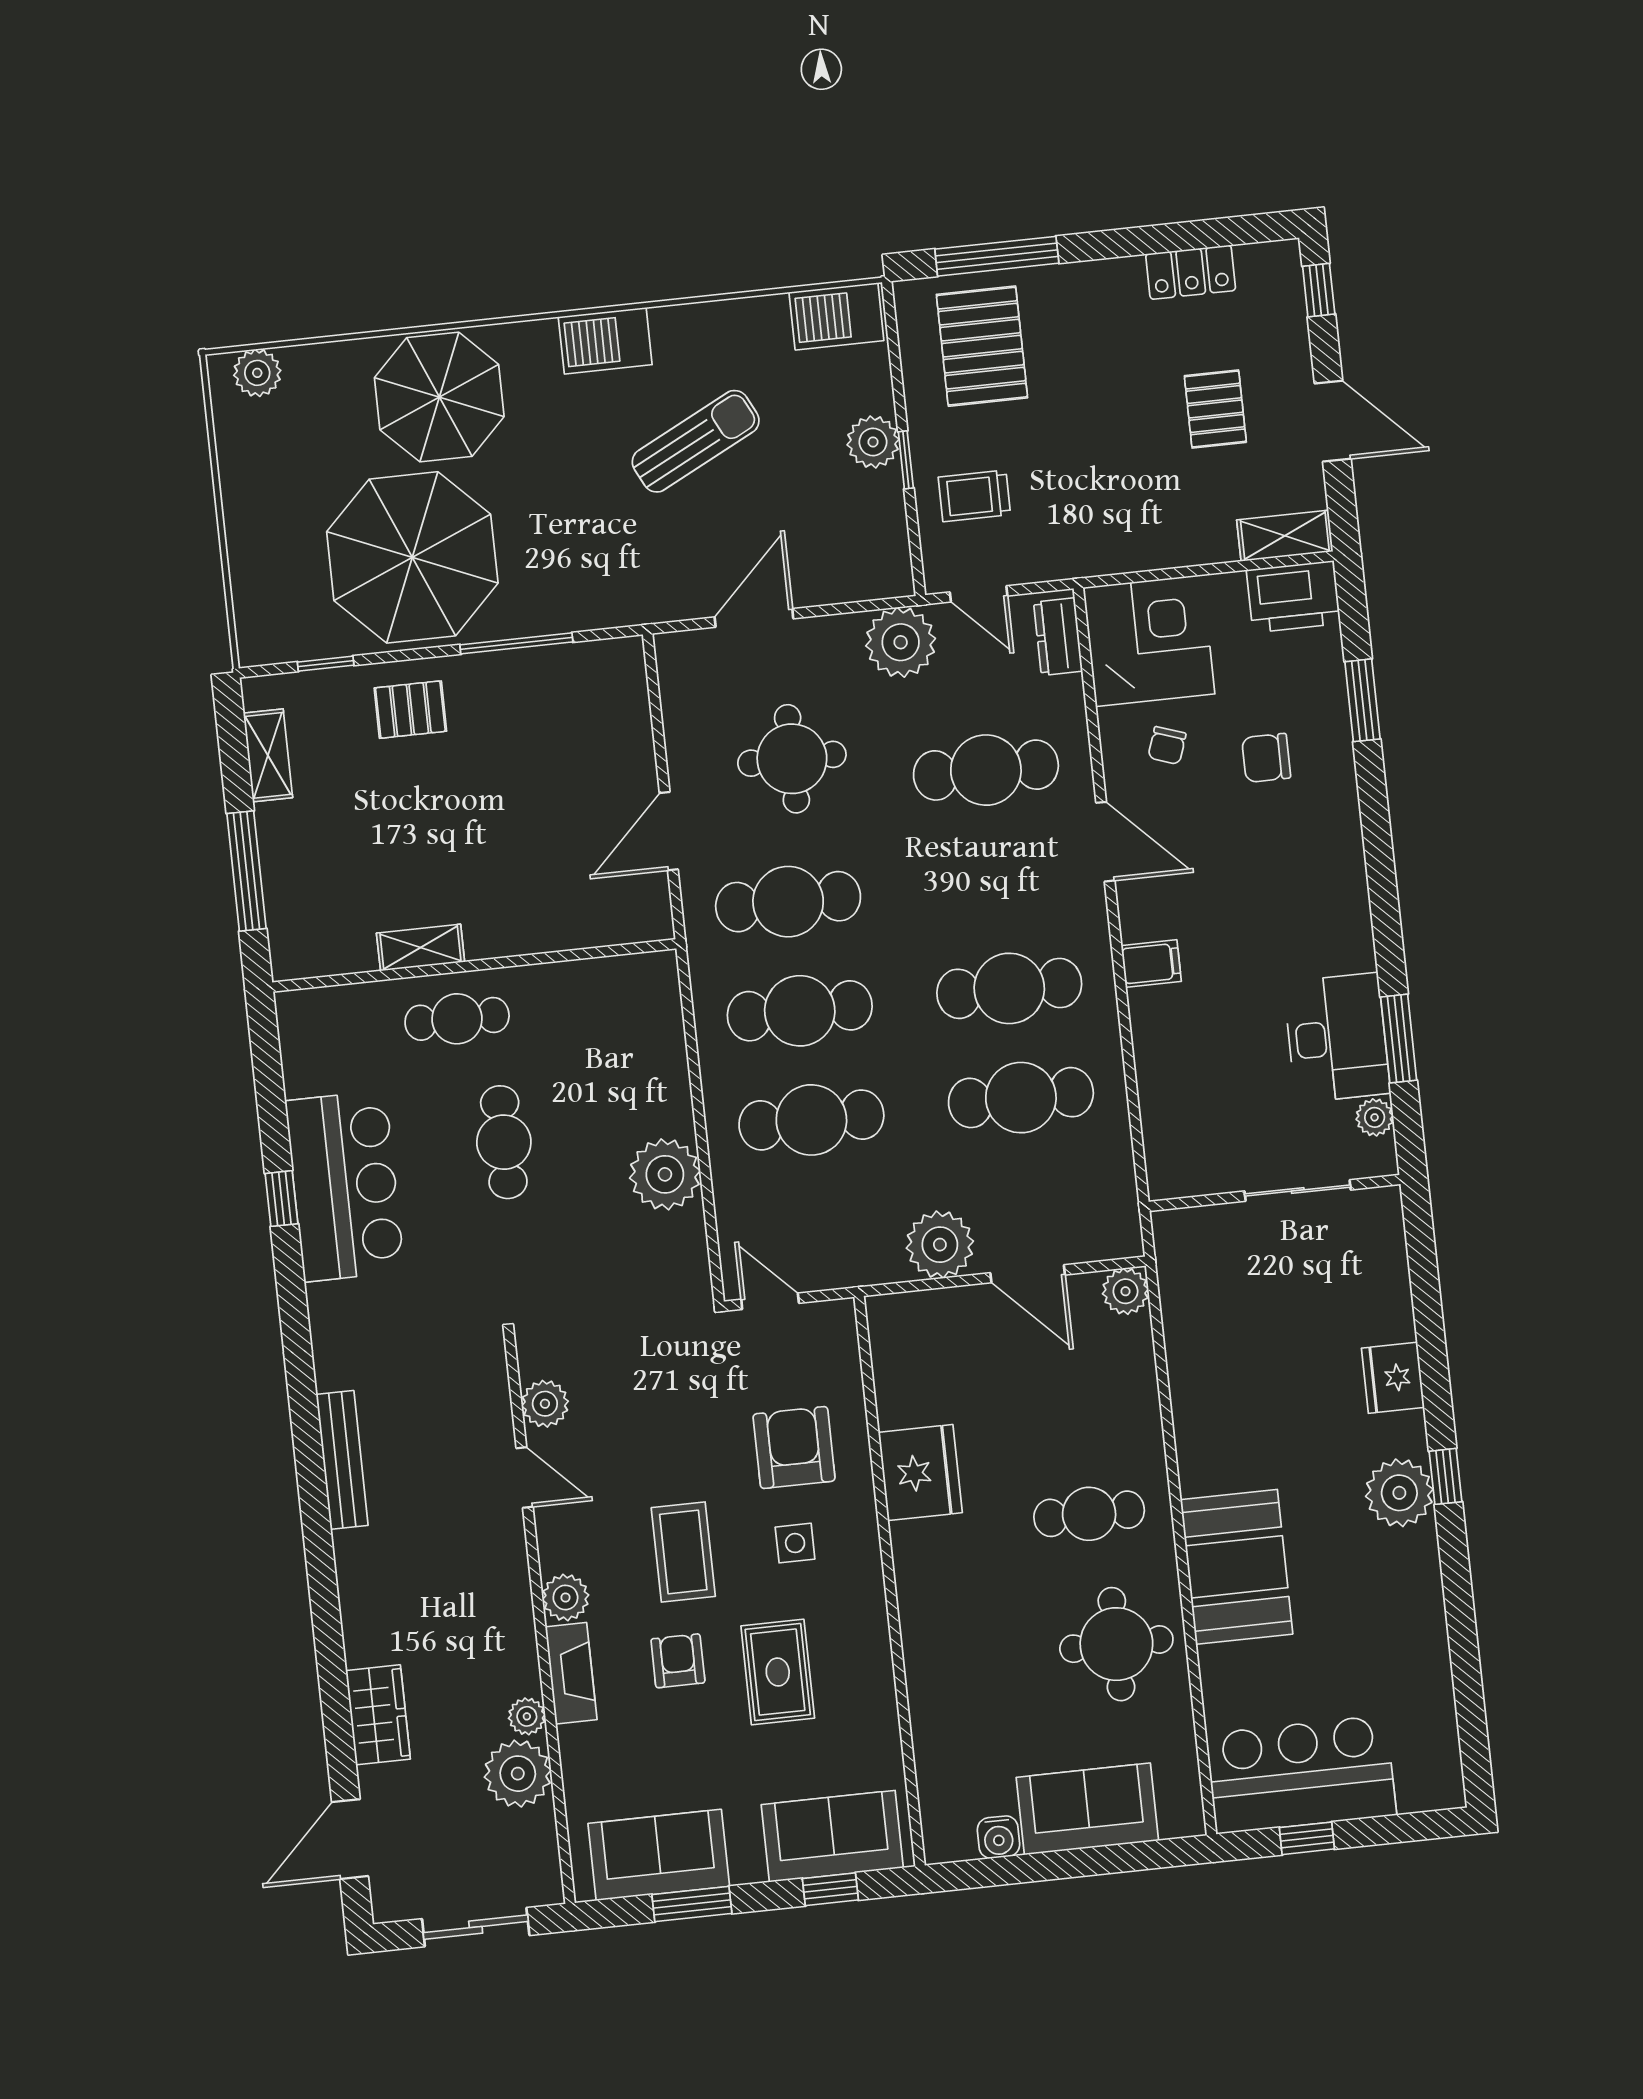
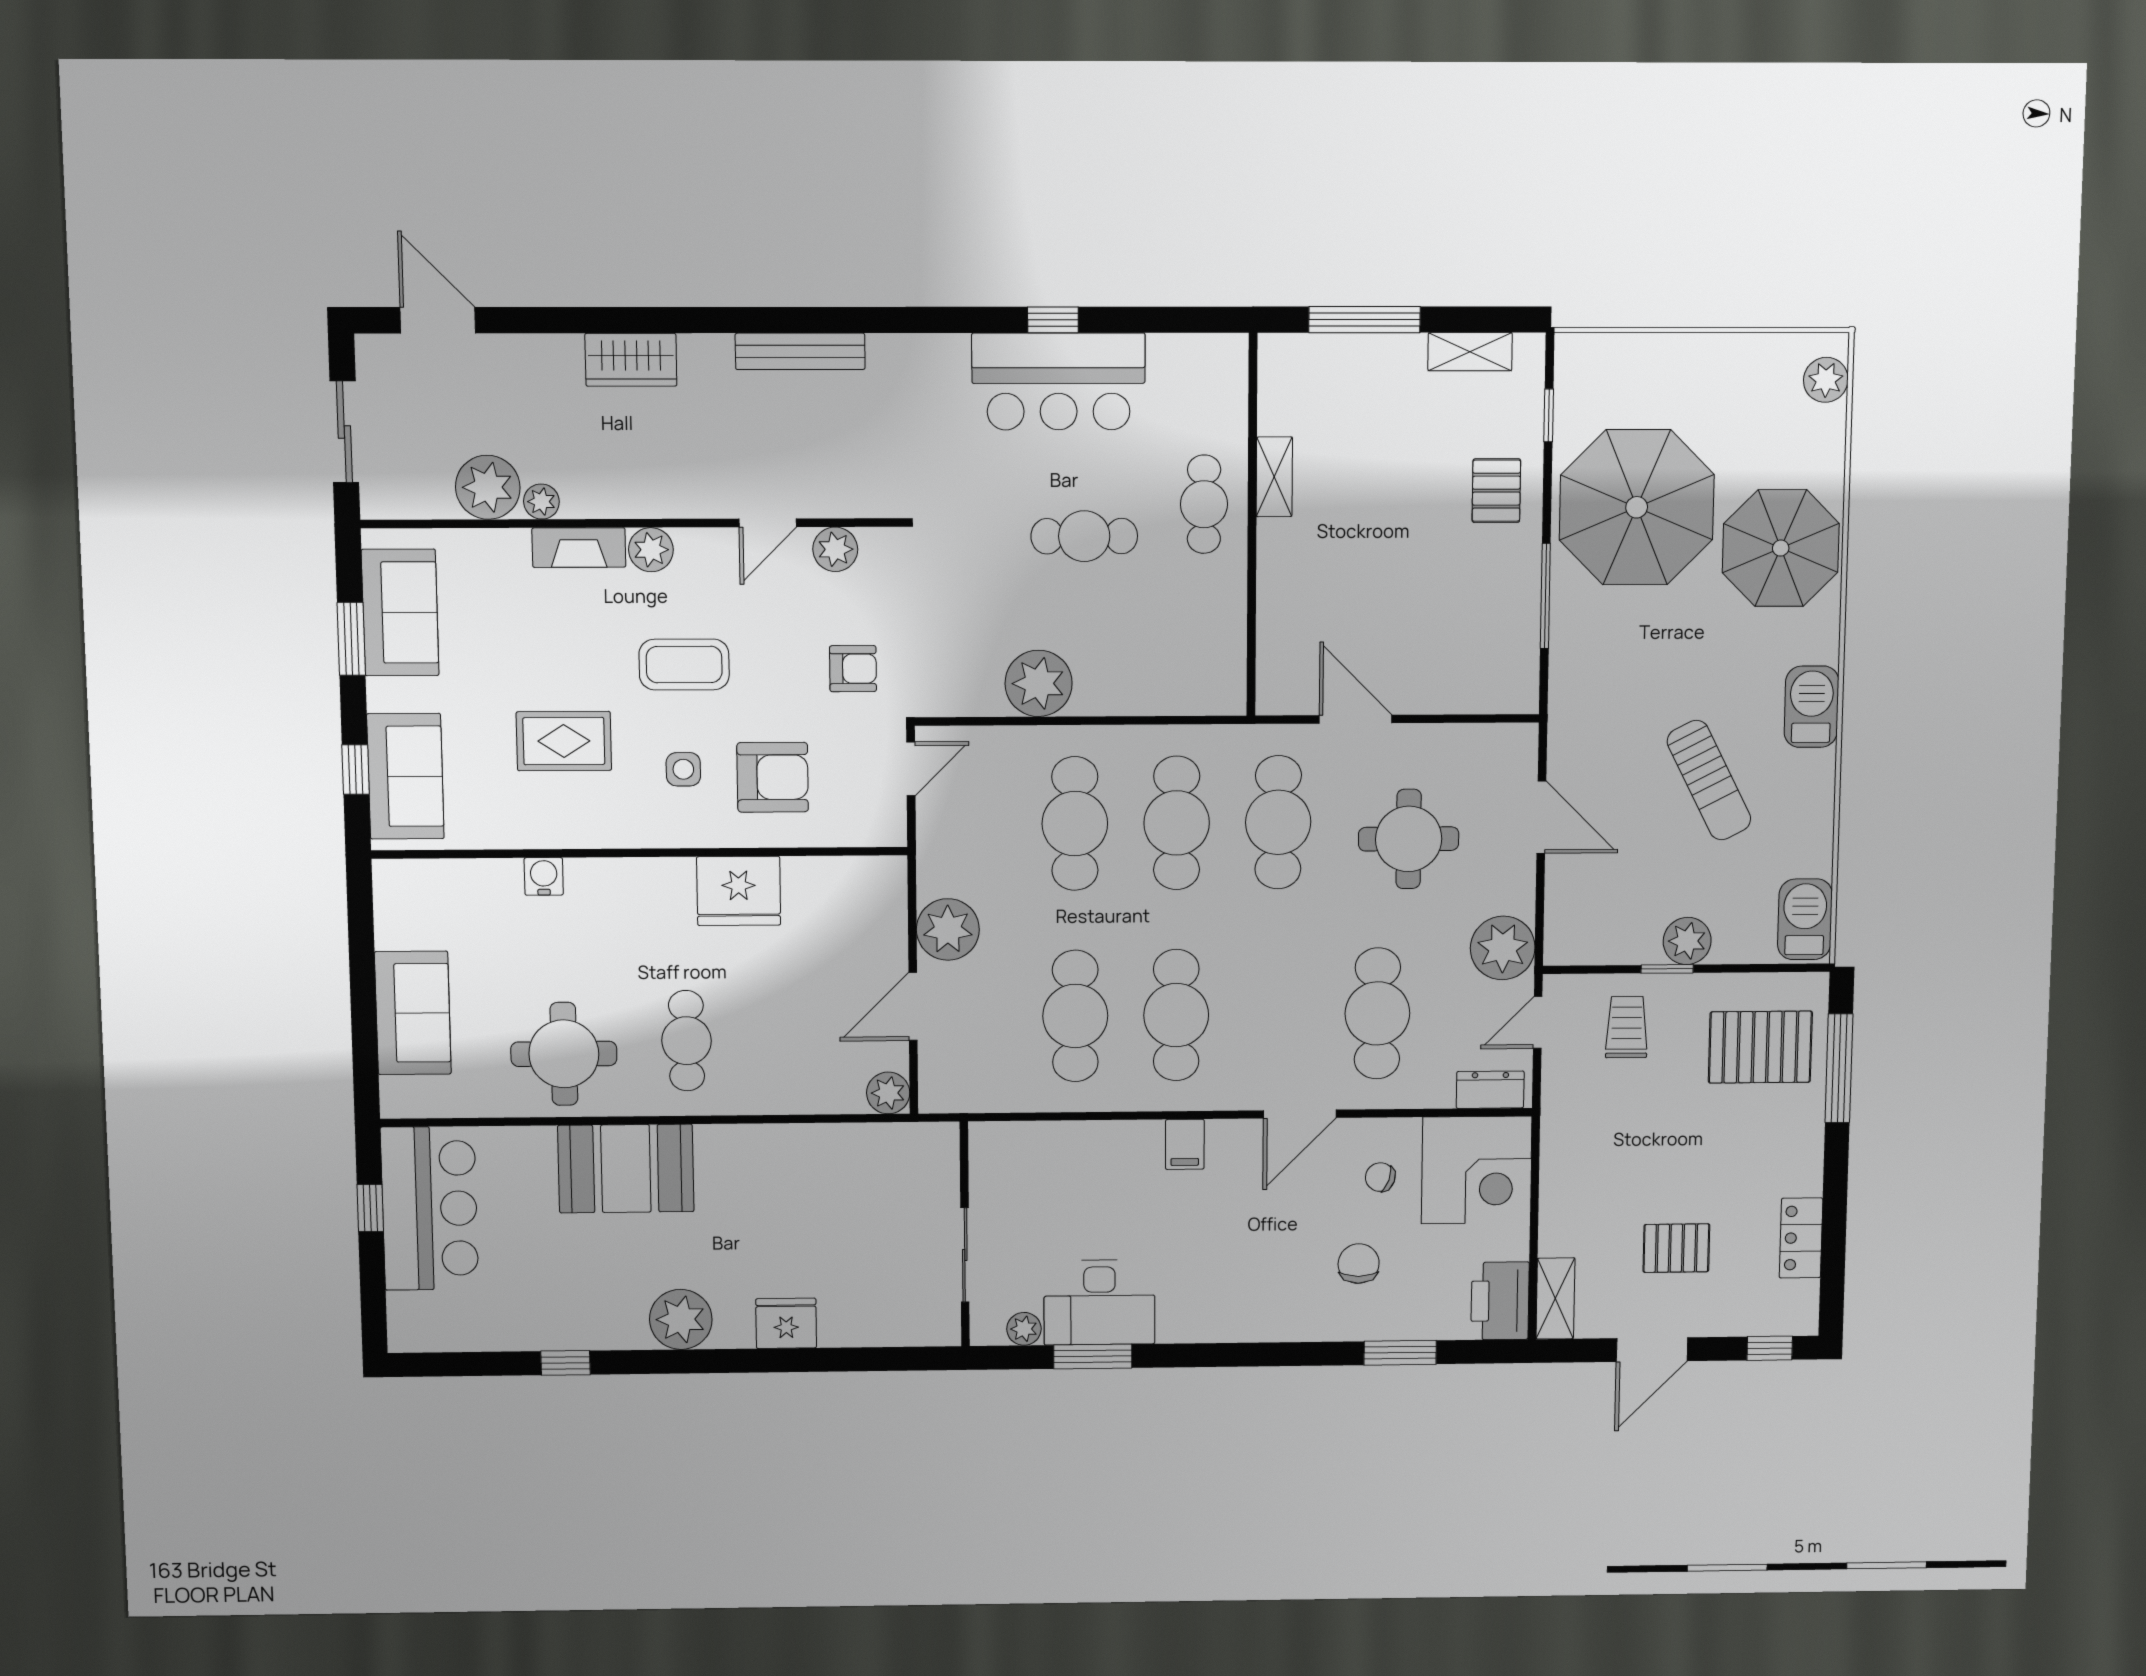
window: (1445, 1476) -> (566, 1363), moved
armchair: (678, 1661) -> (853, 669), moved
wardrobe: (378, 1715) -> (631, 360), moved
water cooler: (998, 1837) -> (544, 876), moved, turned 90

